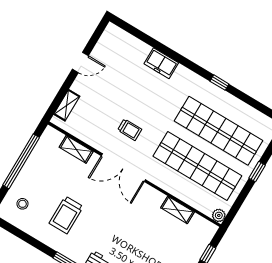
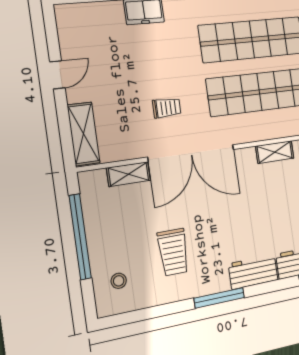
shelving: (67, 105) -> (84, 134), width x1.50, depth x1.33
double door: (123, 168) -> (191, 153), width x1.36

